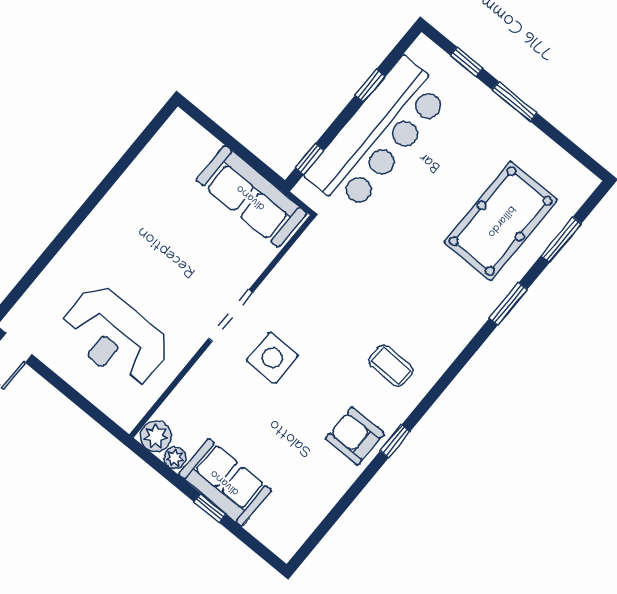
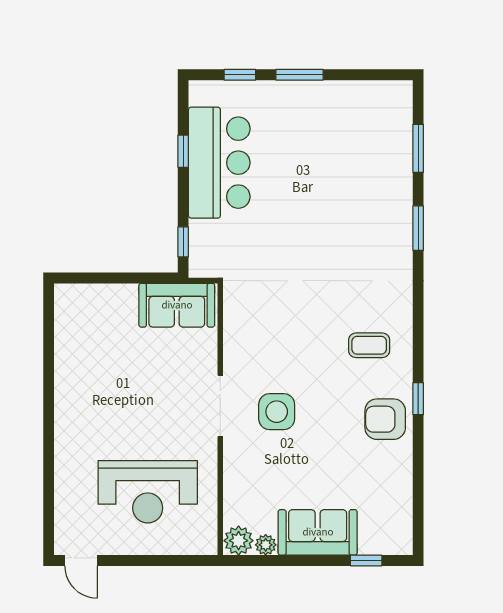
bar counter: (378, 135) -> (219, 163), width x0.73
sofa: (251, 197) -> (177, 305), width x0.73
pool table: (501, 221) -> (362, 172), removed
window: (210, 508) -> (366, 560), moved

